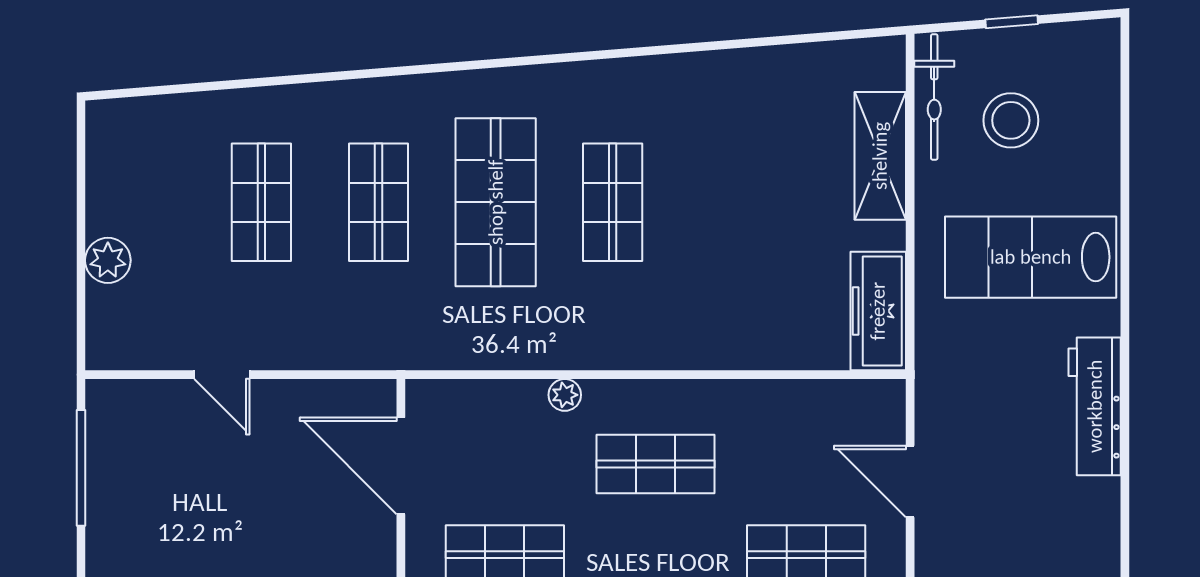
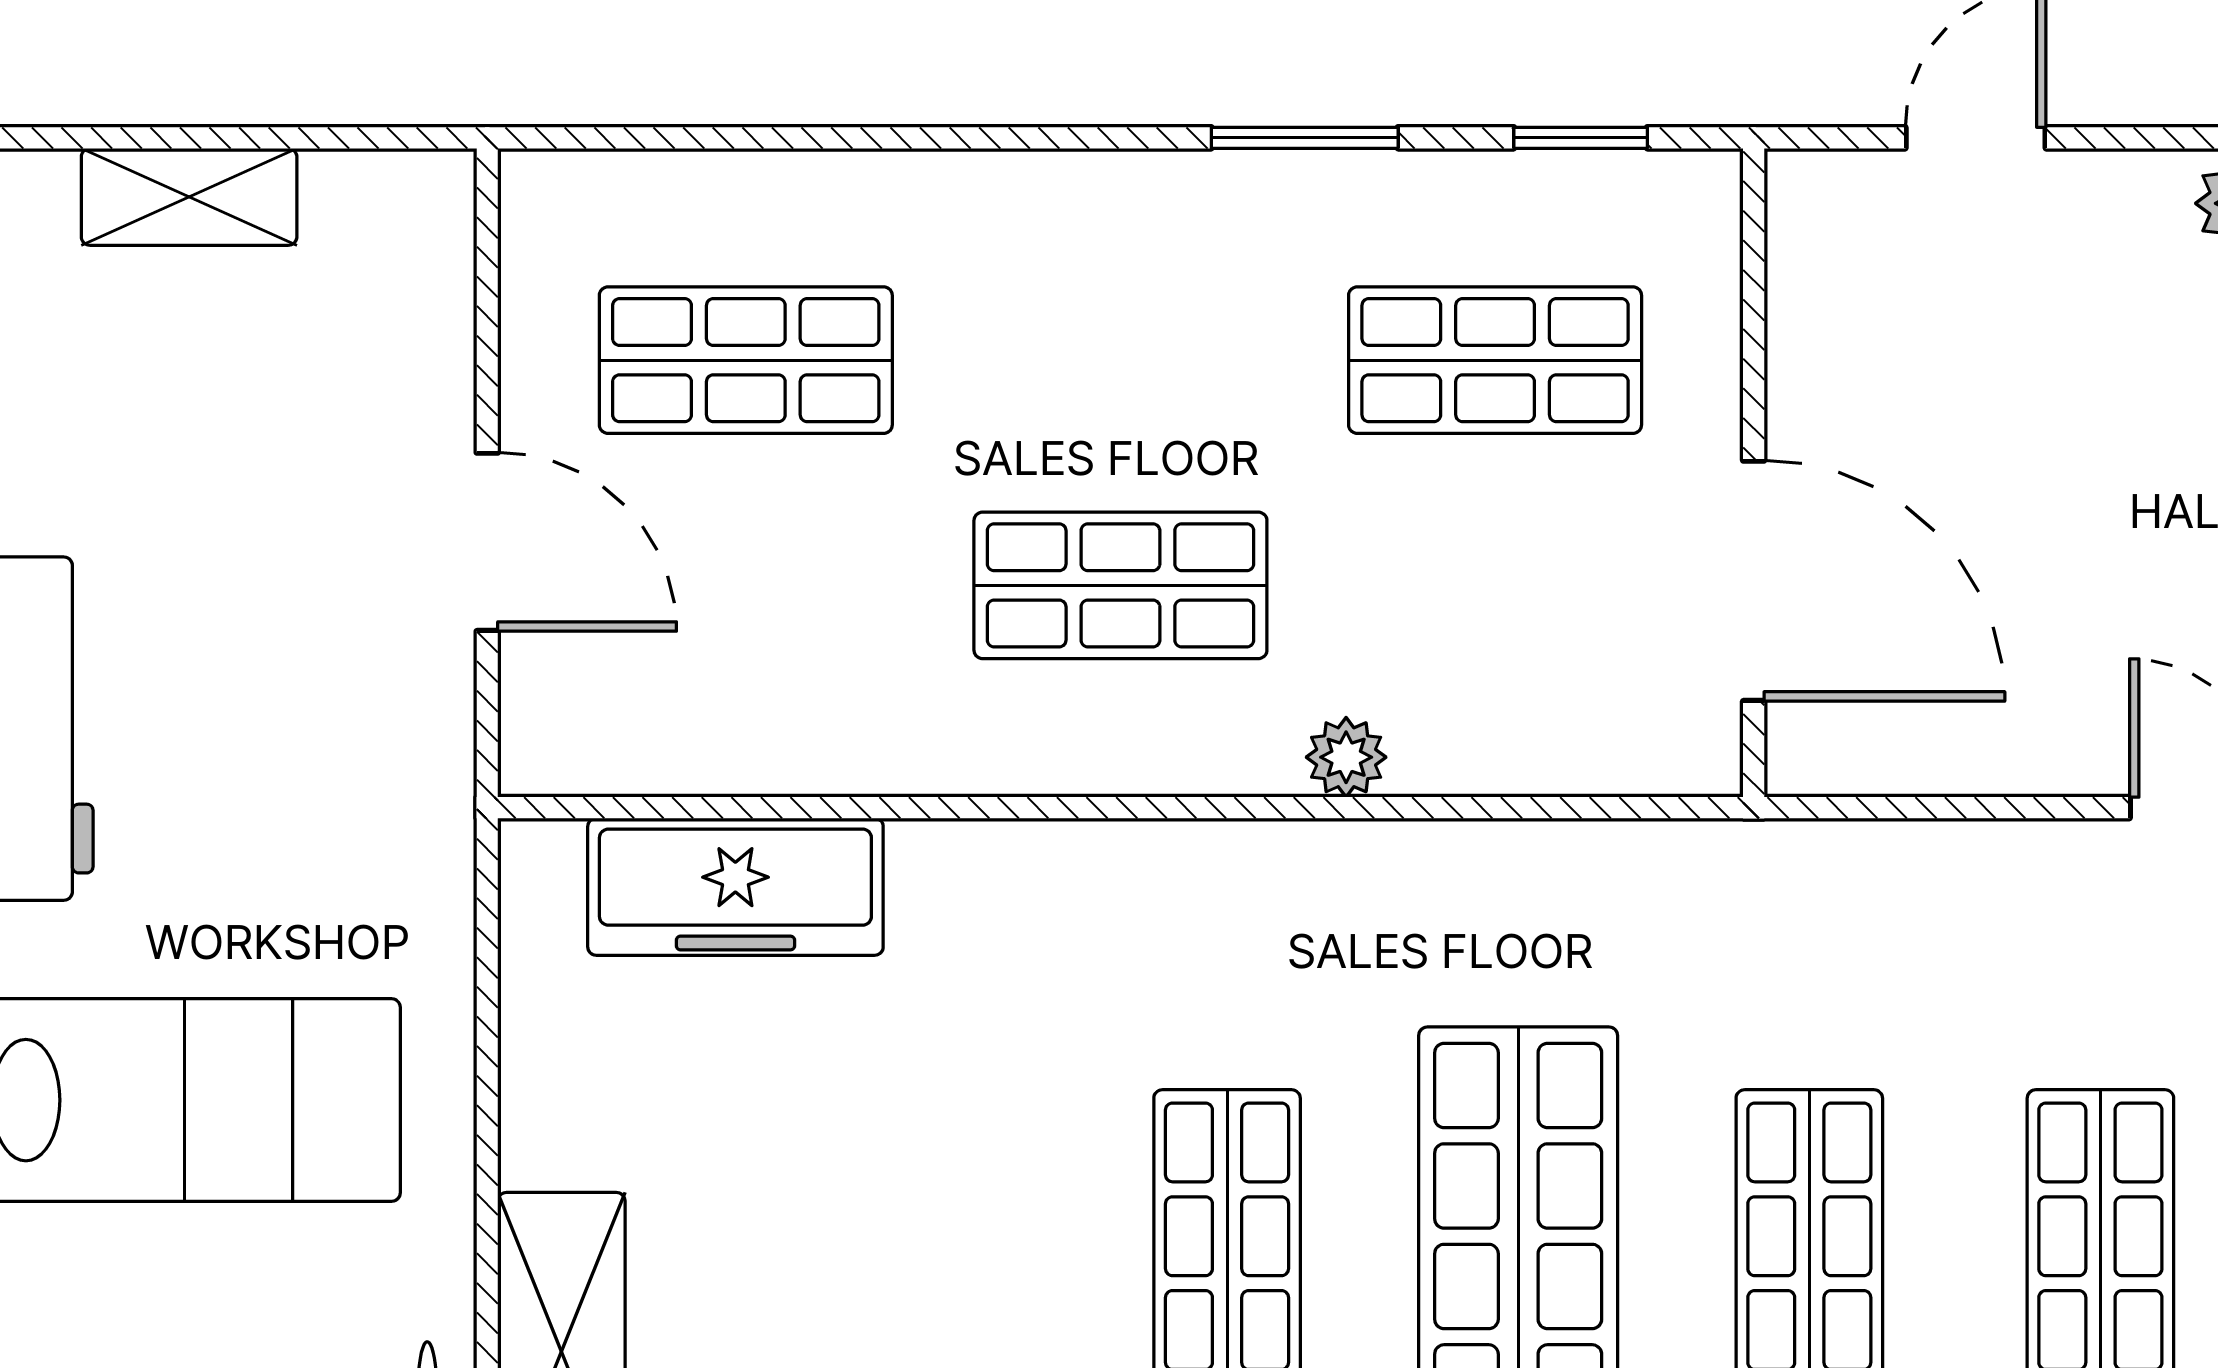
freezer: (878, 311) -> (735, 887), moved, turned 90

